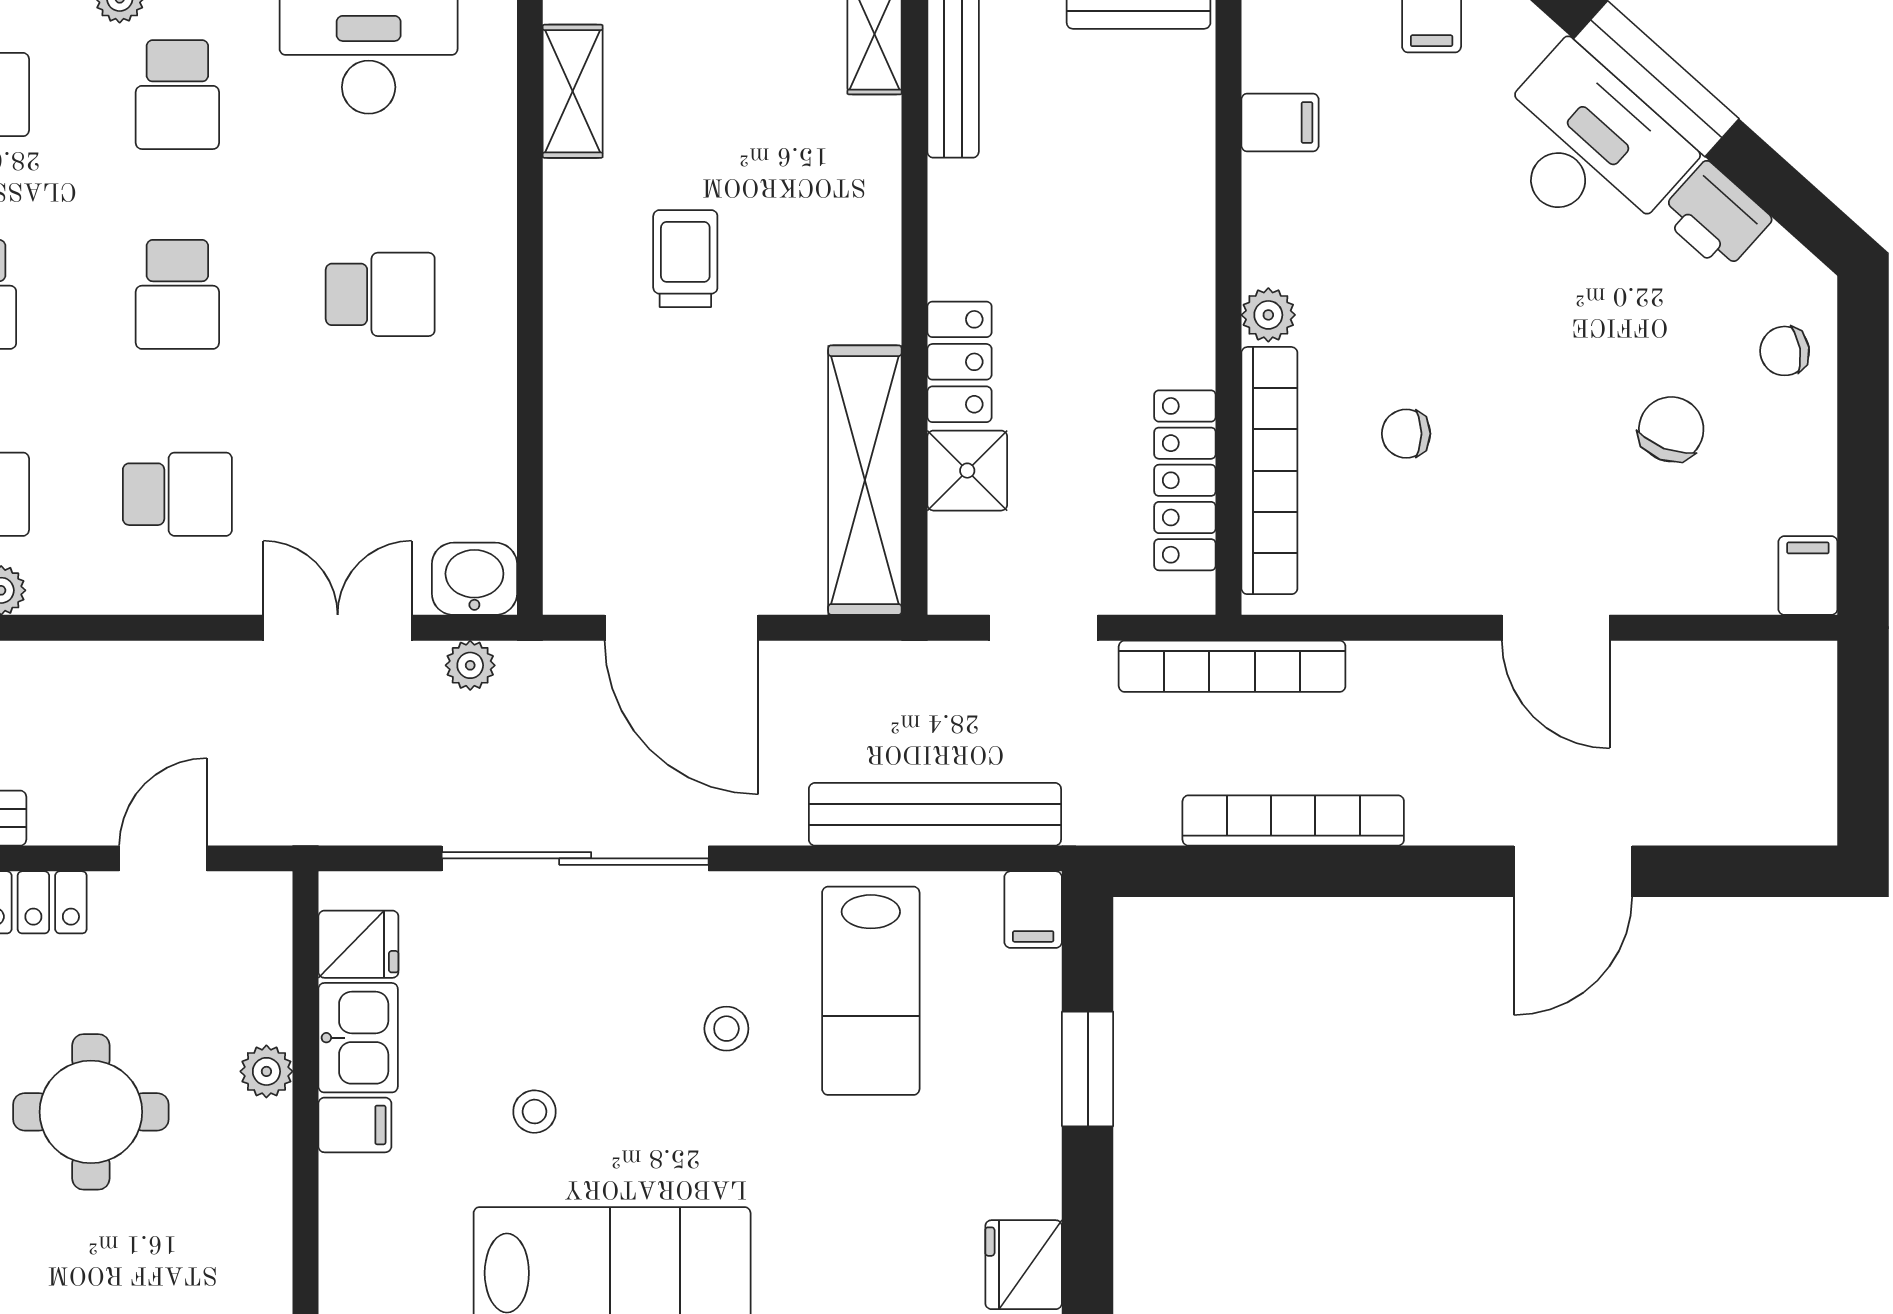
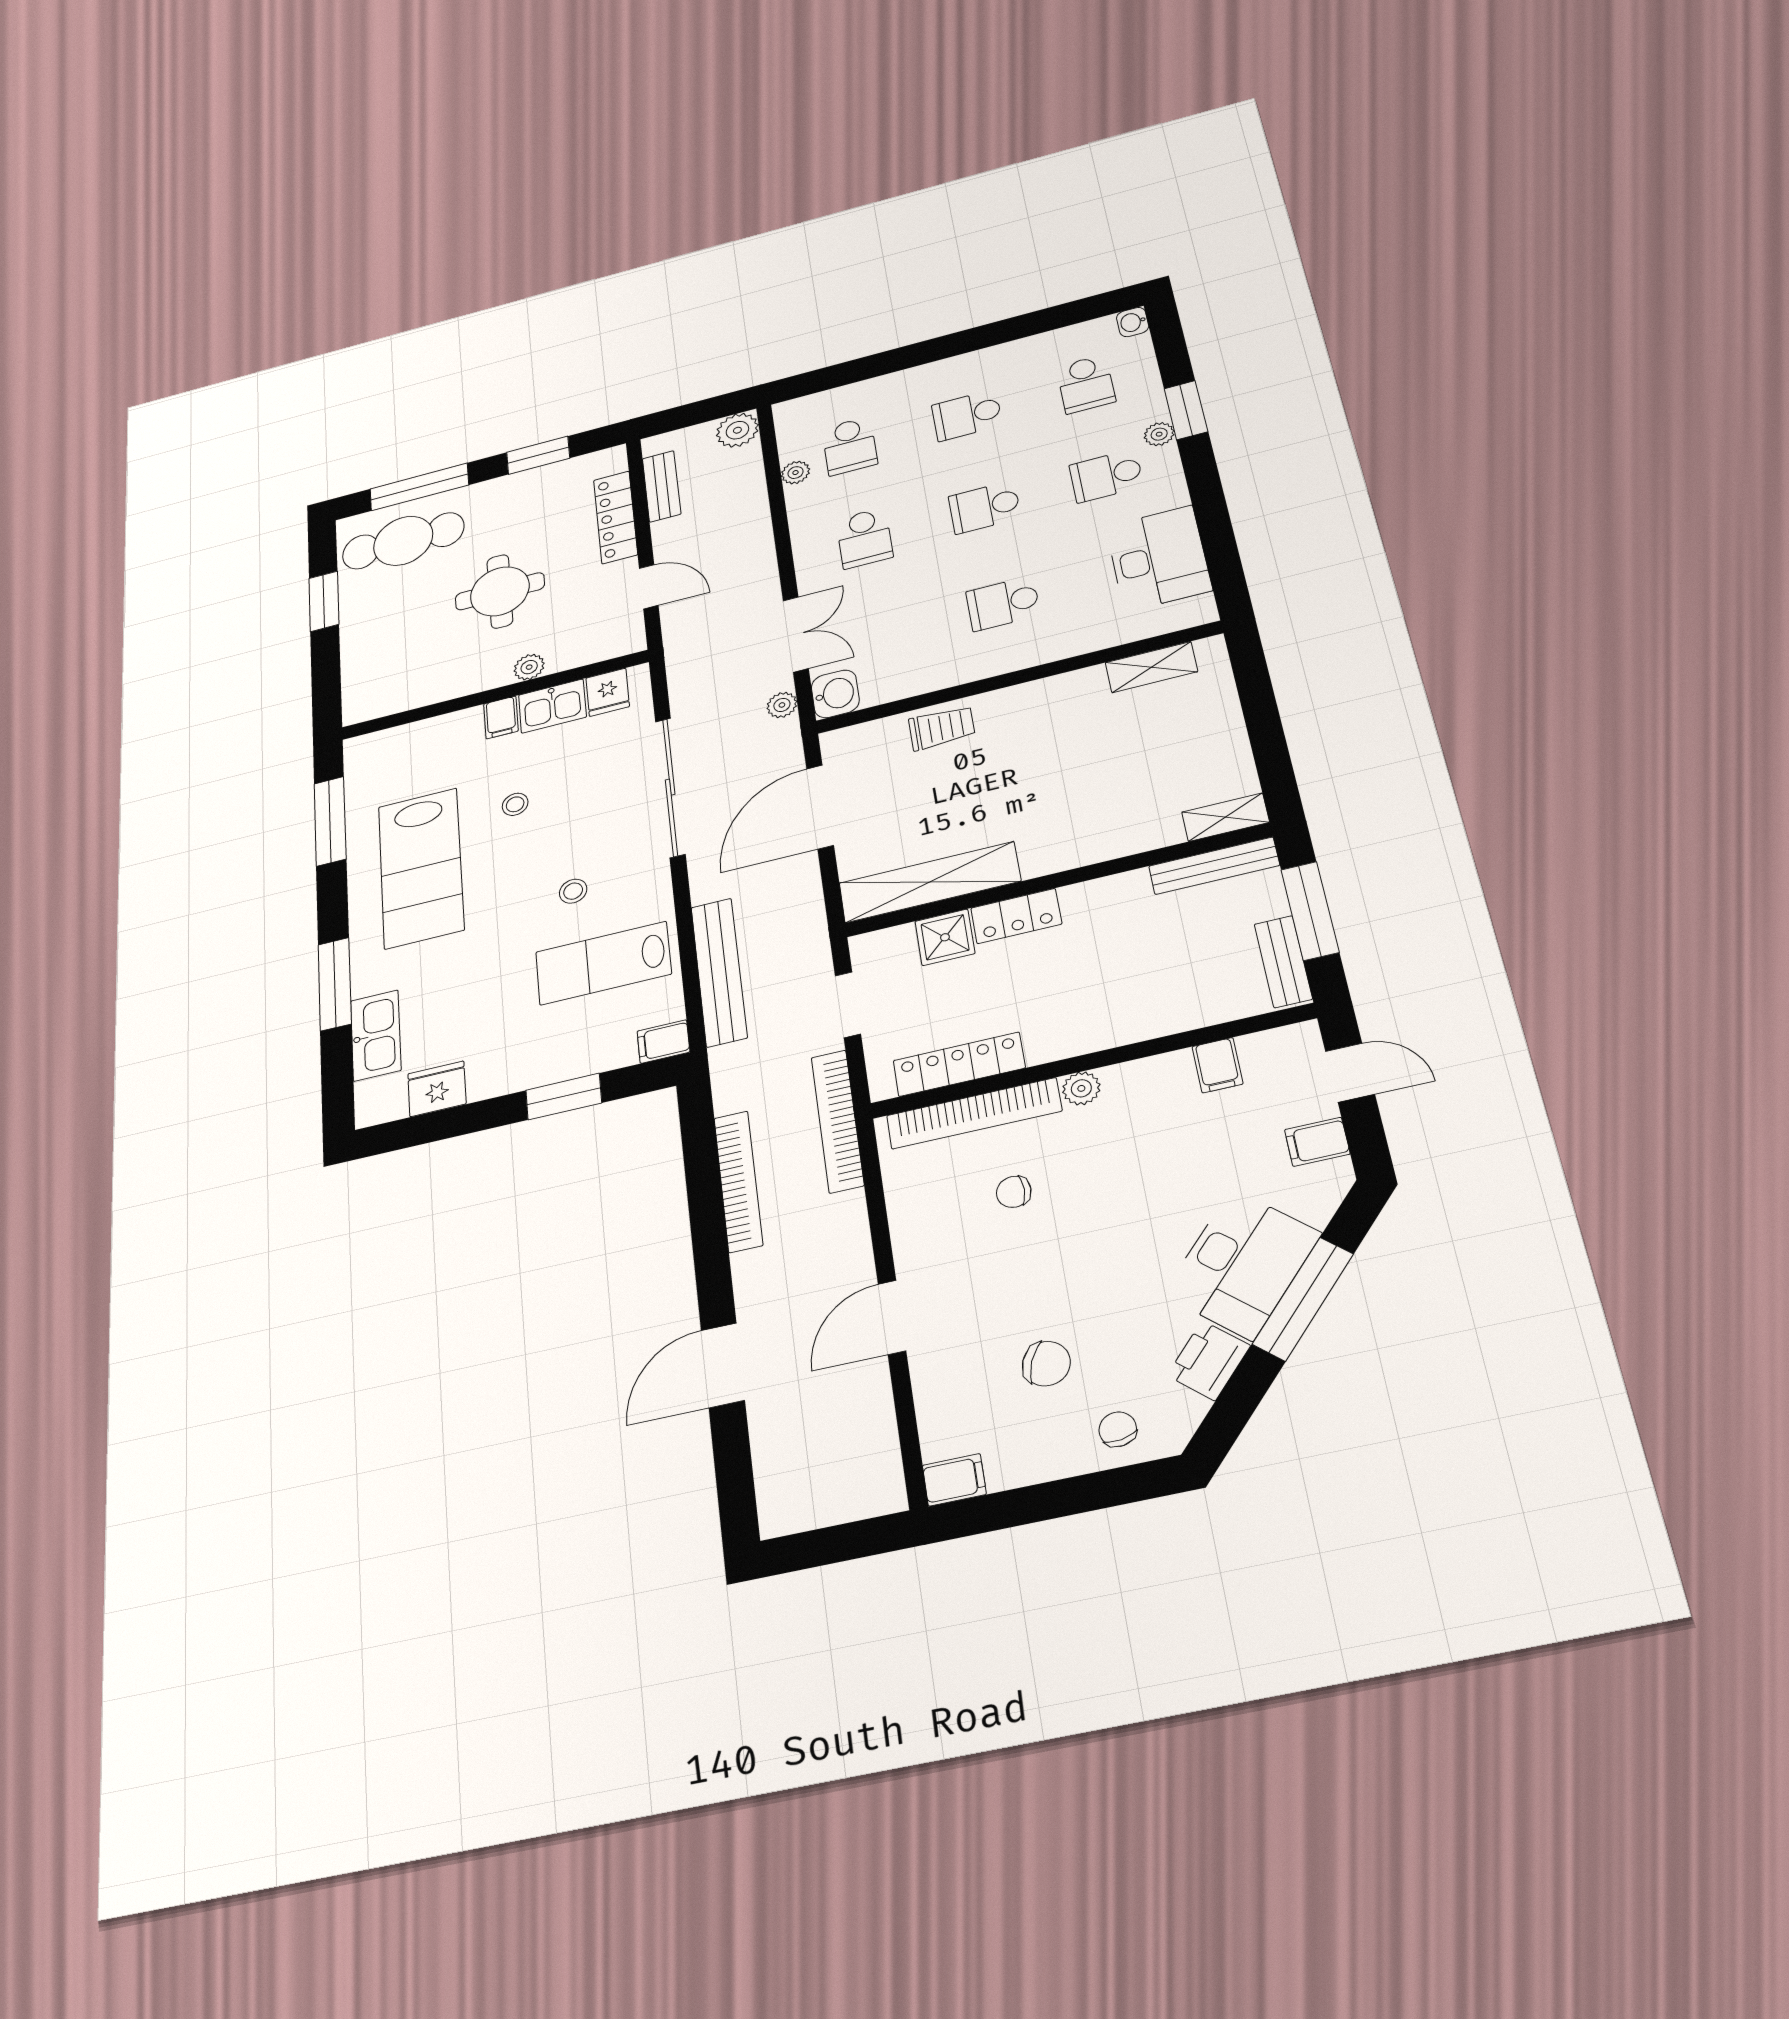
trolley: (685, 259) -> (942, 728), moved
school desk: (380, 294) -> (1003, 603), turned 90
chair: (1406, 434) -> (1014, 1192), turned -90
door: (1573, 871) -> (723, 1365), hinge flipped

